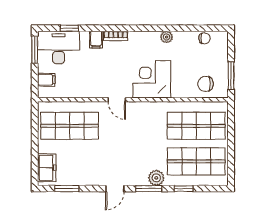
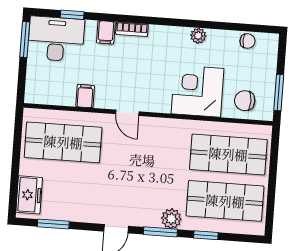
corner desk: (152, 79) -> (198, 91), moved
filing cabinet: (46, 80) -> (85, 96), moved, turned -90

